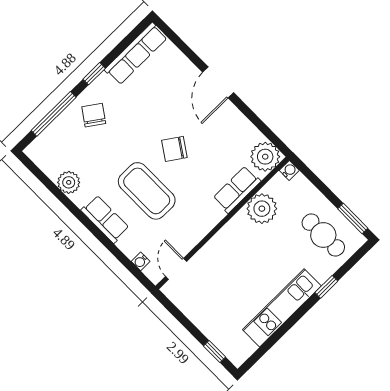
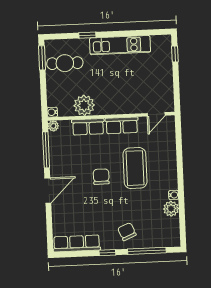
chair: (94, 115) -> (127, 232), turned 122
window: (259, 124) -> (46, 150), added
chair: (174, 149) -> (101, 177), turned -124
plant: (265, 157) -> (53, 126), width x0.53, depth x0.53
row of seats: (105, 219) -> (122, 125), moved, turned -90
cafe table: (323, 235) -> (65, 63), turned 90
water cooler: (141, 261) -> (174, 195), moved

